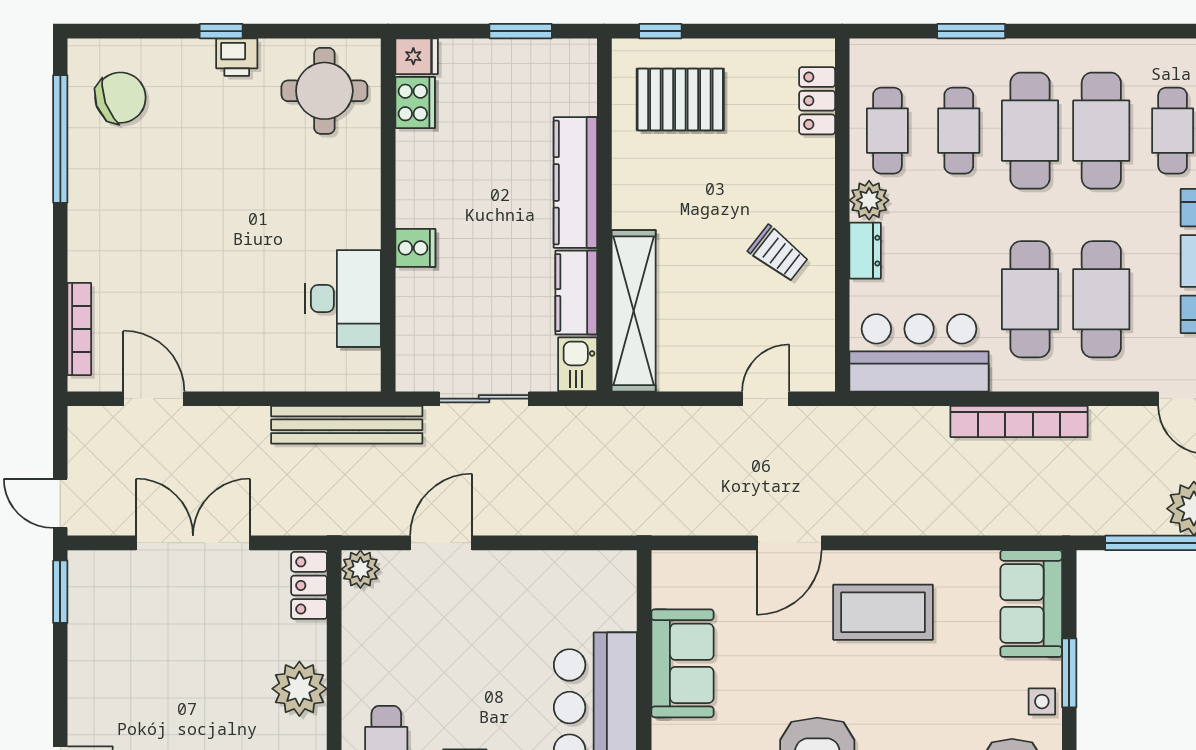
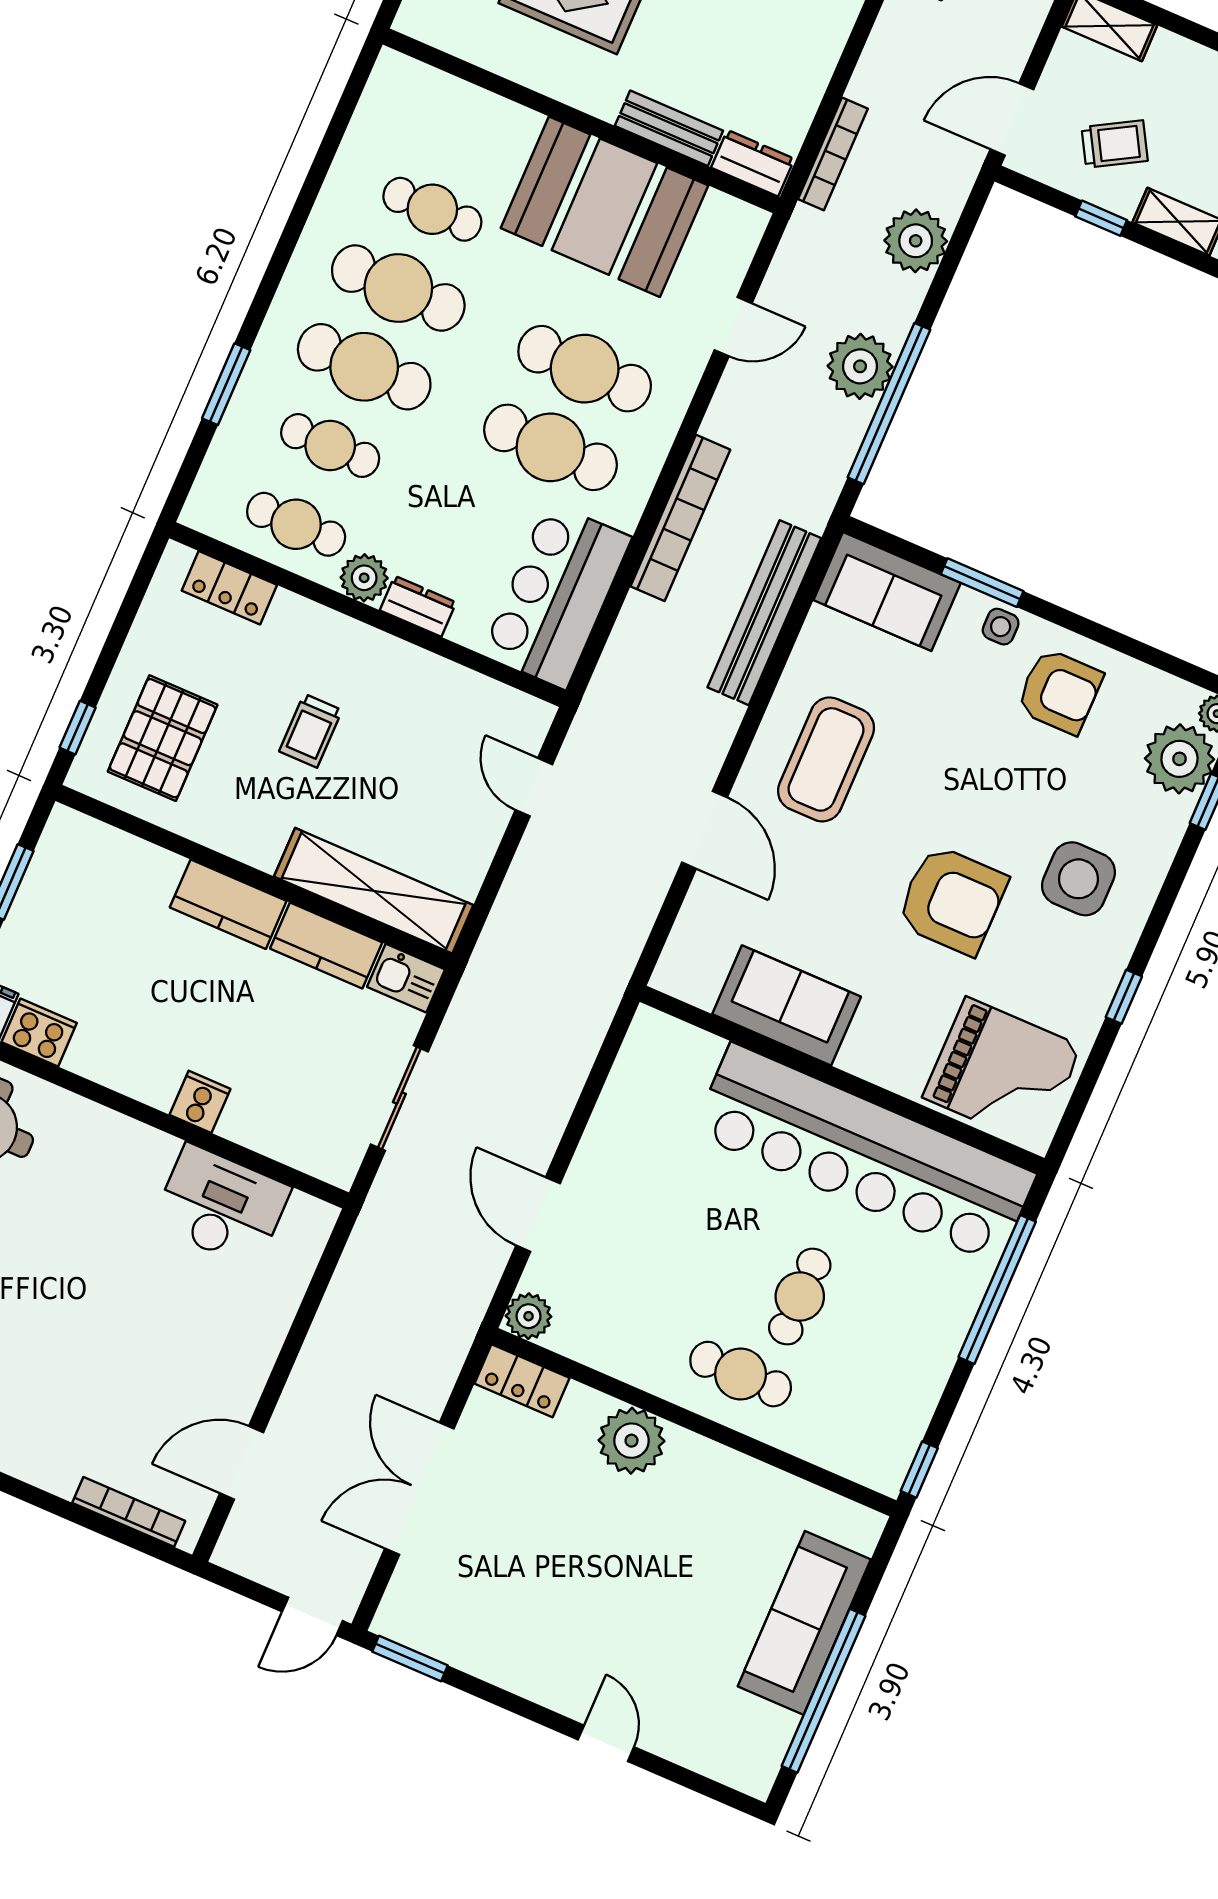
kitchen counter: (575, 182) -> (228, 904), width x0.67
trolley: (778, 254) -> (311, 731), moved, turned 142
bench: (347, 425) -> (764, 613), moved

